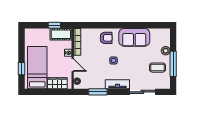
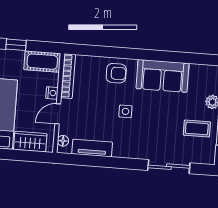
window: (54, 25) -> (16, 45), moved
door: (73, 65) -> (58, 114), swing flipped
tv unit: (117, 84) -> (92, 148), moved
window: (98, 92) -> (96, 161), removed

